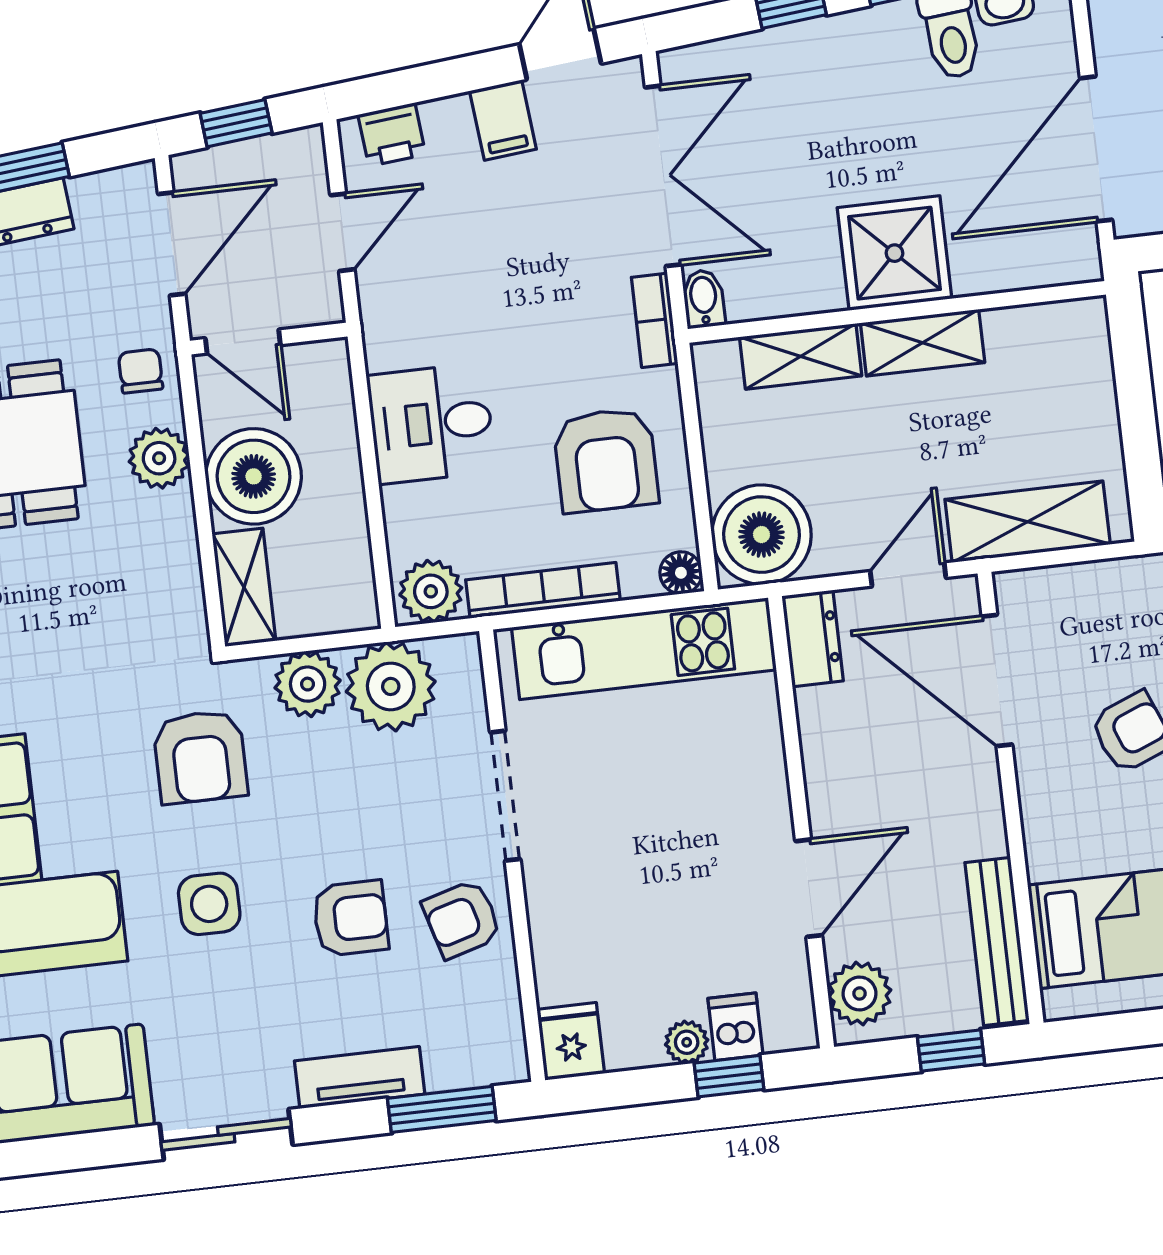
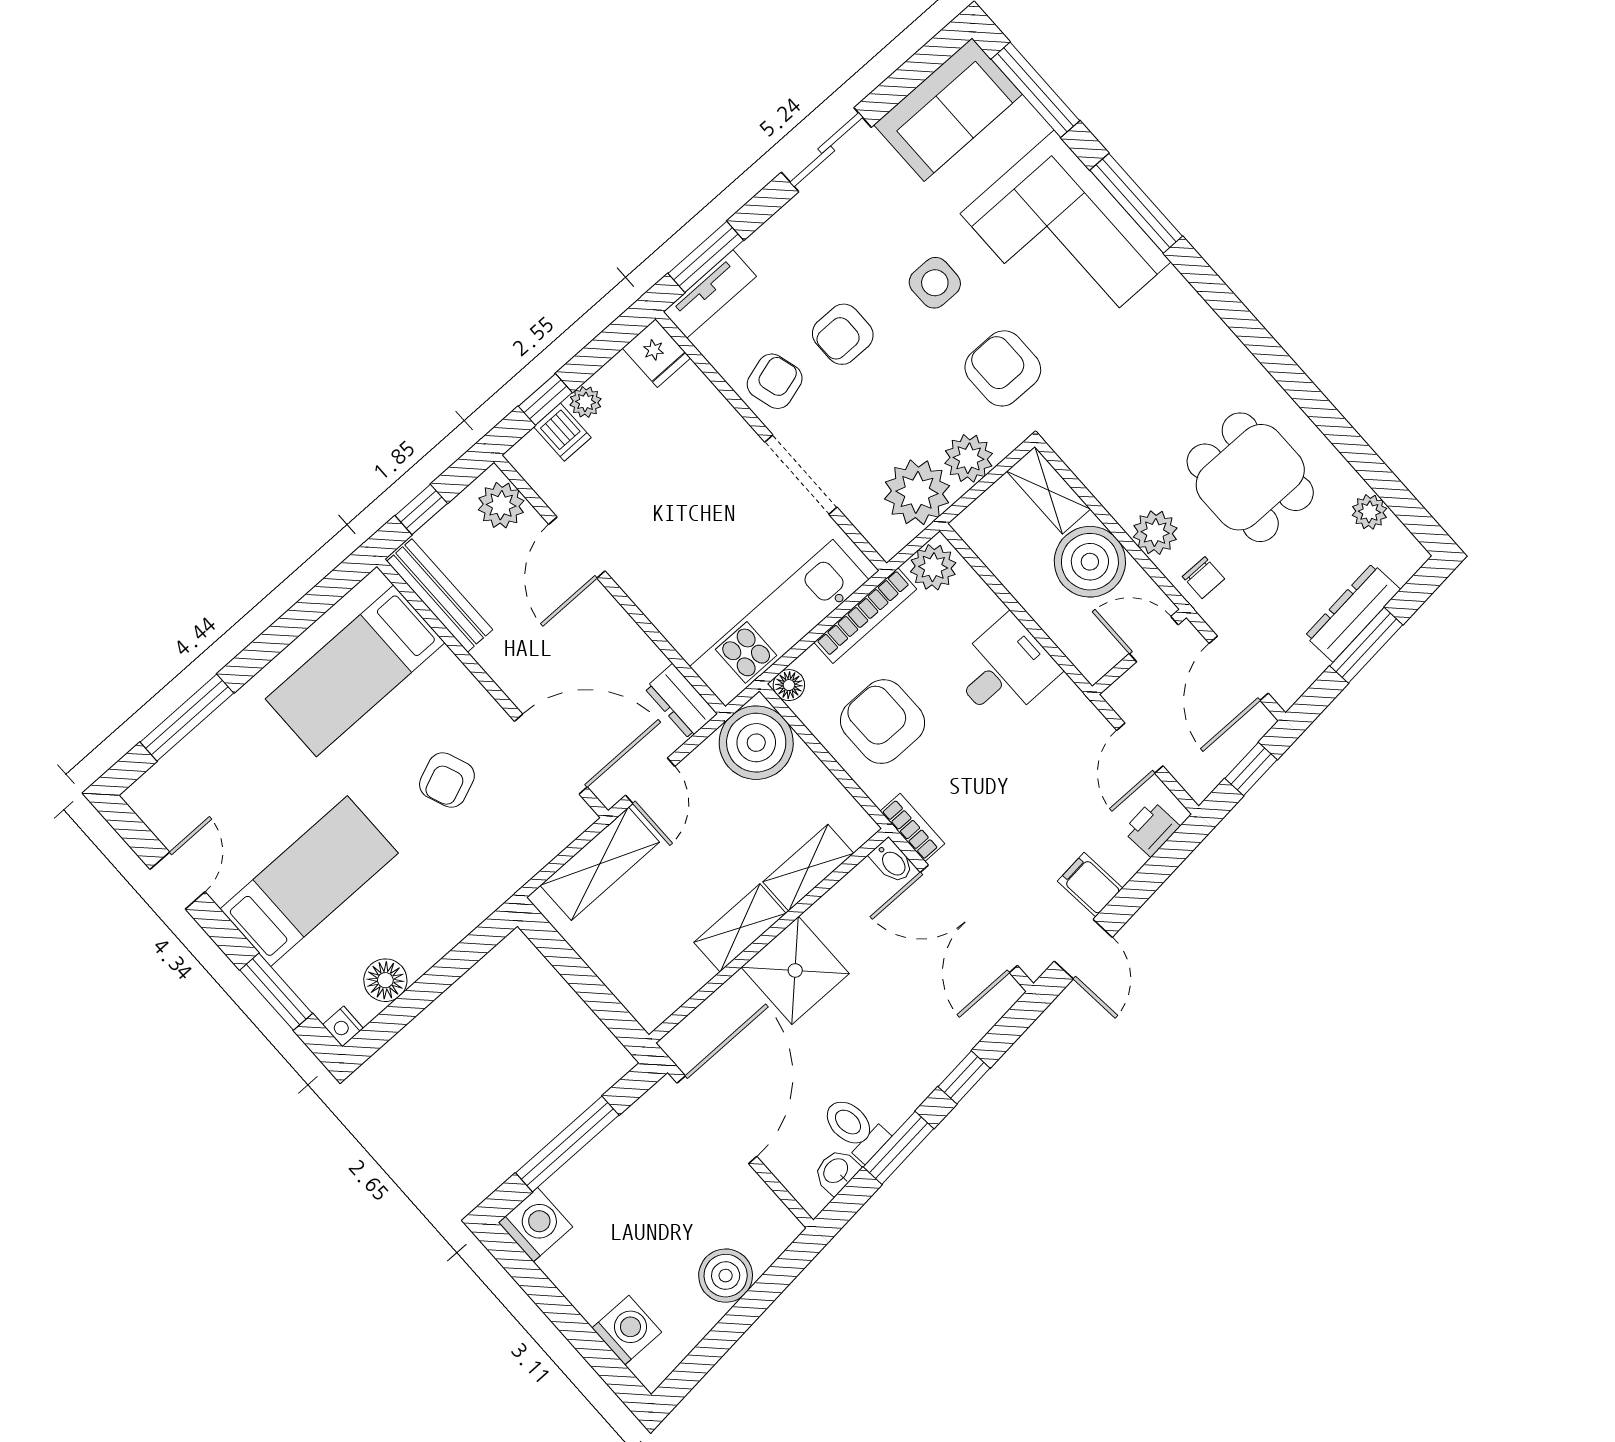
tv unit: (360, 1078) -> (710, 294), moved

